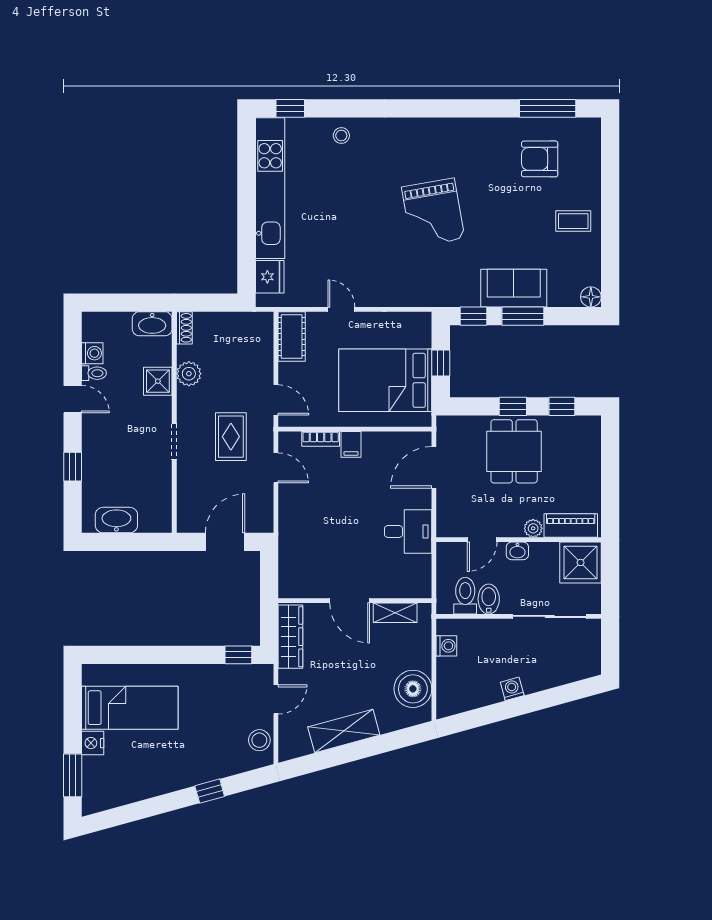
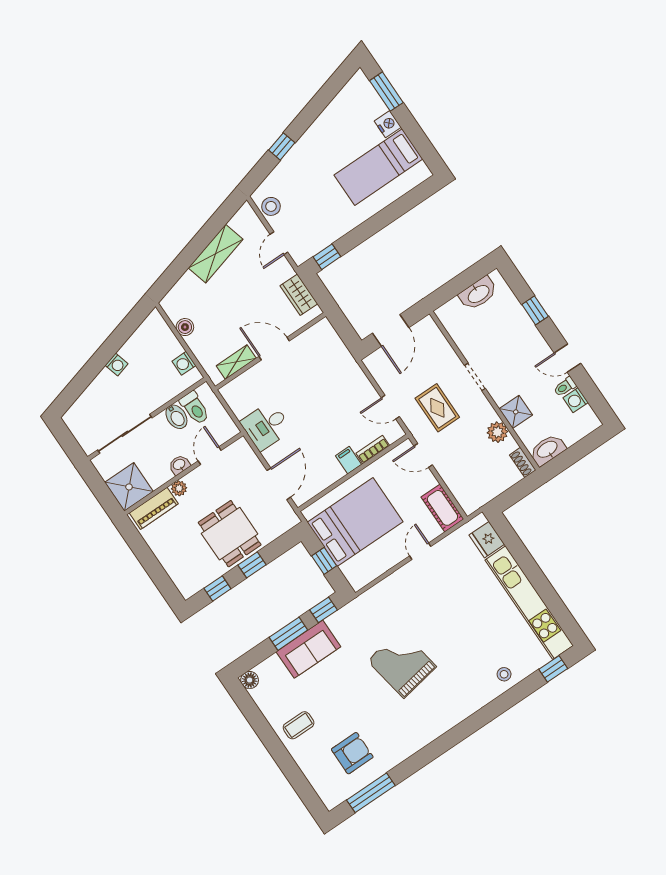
door: (341, 309) -> (420, 551), swing flipped
wardrobe: (290, 637) -> (299, 295), width x0.67
boiler: (413, 689) -> (185, 327), width x0.54, depth x0.54

